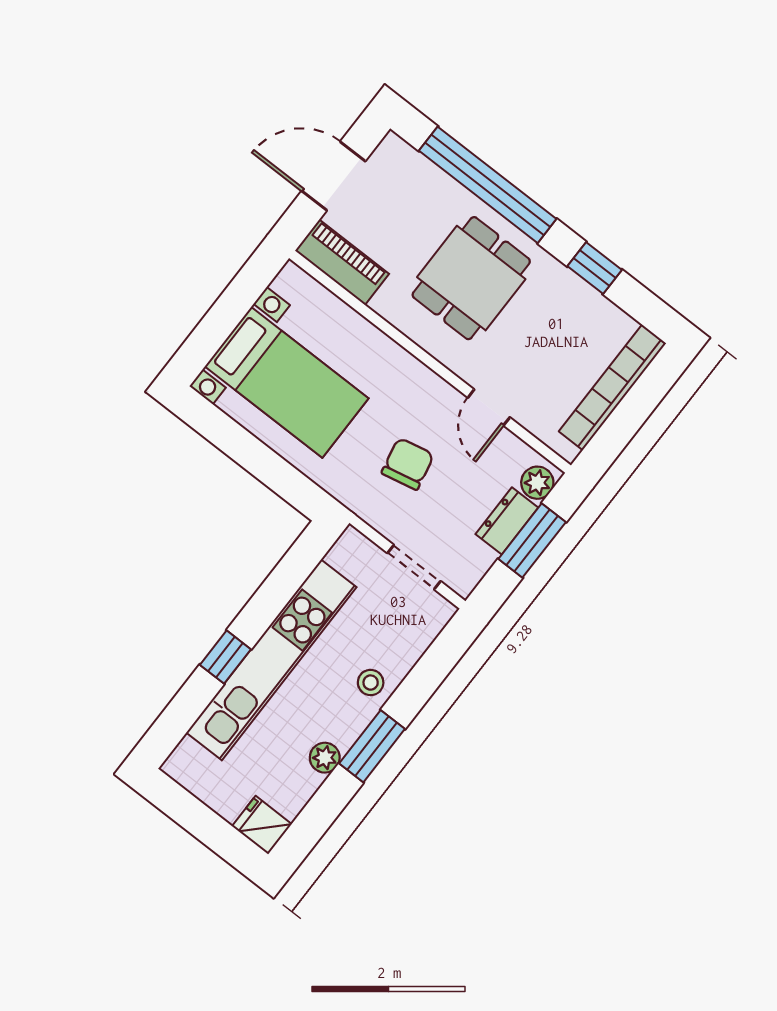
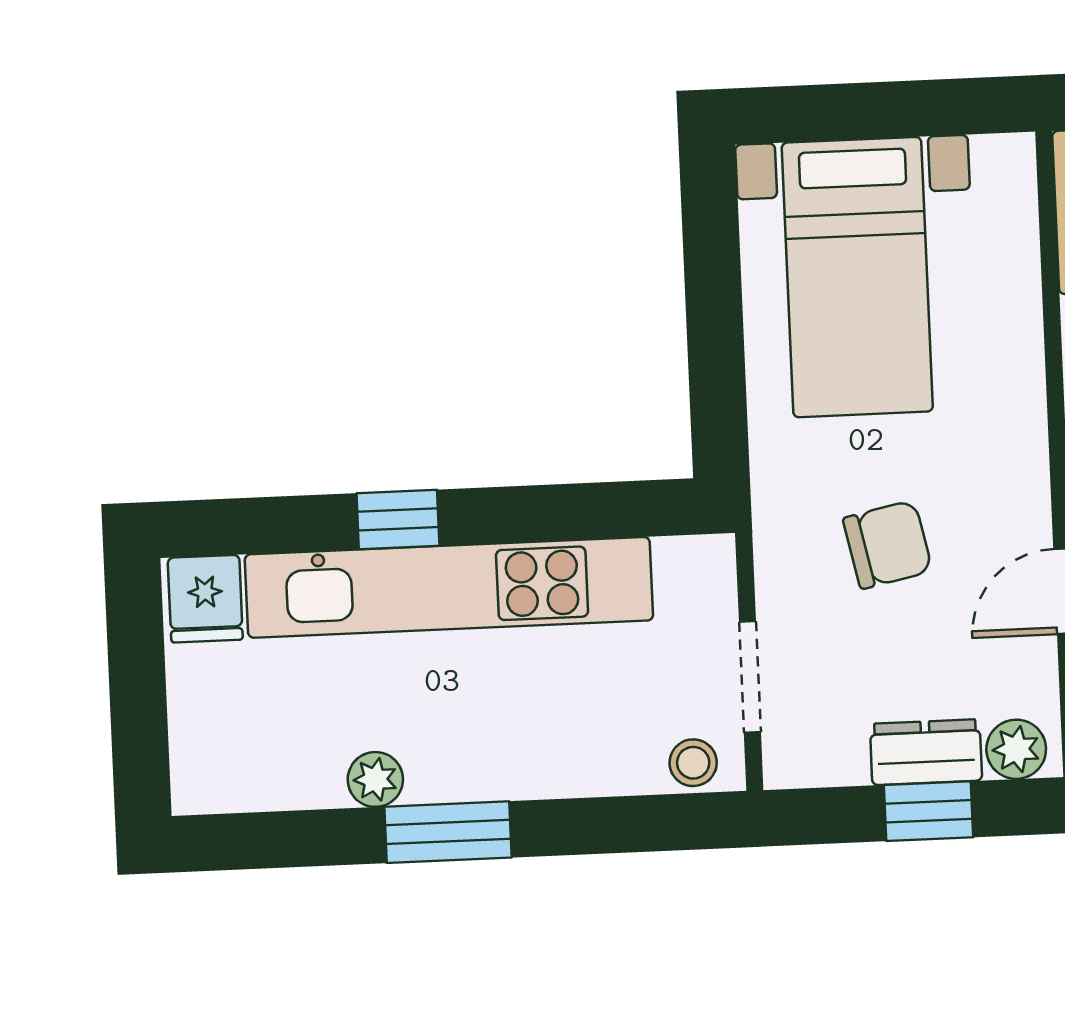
window: (532, 541) -> (929, 811), width x0.67
stool: (371, 683) -> (693, 763), moved
fridge: (262, 825) -> (205, 599), moved, turned 180

